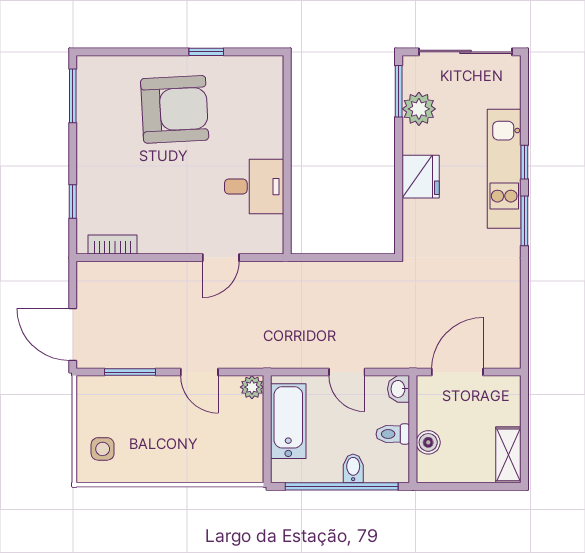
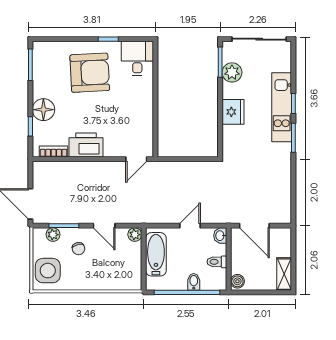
floor lamp: (95, 173) -> (43, 110), added
desk: (254, 187) -> (137, 58), moved, turned -90
printer: (168, 233) -> (86, 145), added
door: (221, 258) -> (136, 159), moved
door: (347, 372) -> (190, 226), swing flipped
door: (457, 372) -> (254, 226), swing flipped
plant: (112, 387) -> (53, 235), added
chair: (155, 411) -> (78, 249), added
boiler: (428, 442) -> (237, 281), moved
side table: (103, 449) -> (48, 271), width x1.87, depth x1.87

